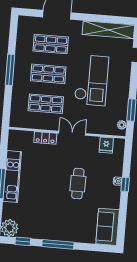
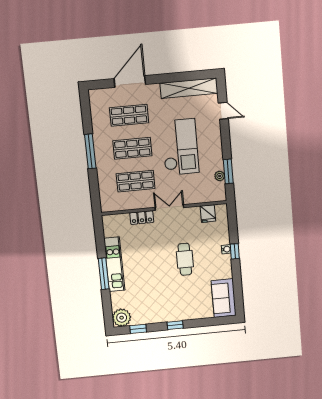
plant: (122, 125) -> (220, 176), moved
window: (58, 244) -> (175, 325), width x0.46

